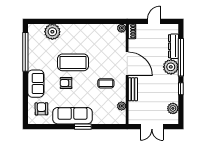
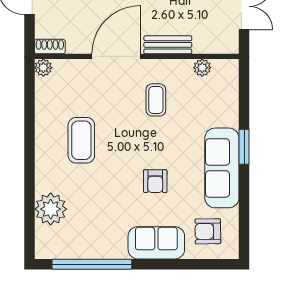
coffee table: (73, 62) -> (81, 140), moved, width x0.73, depth x0.76

